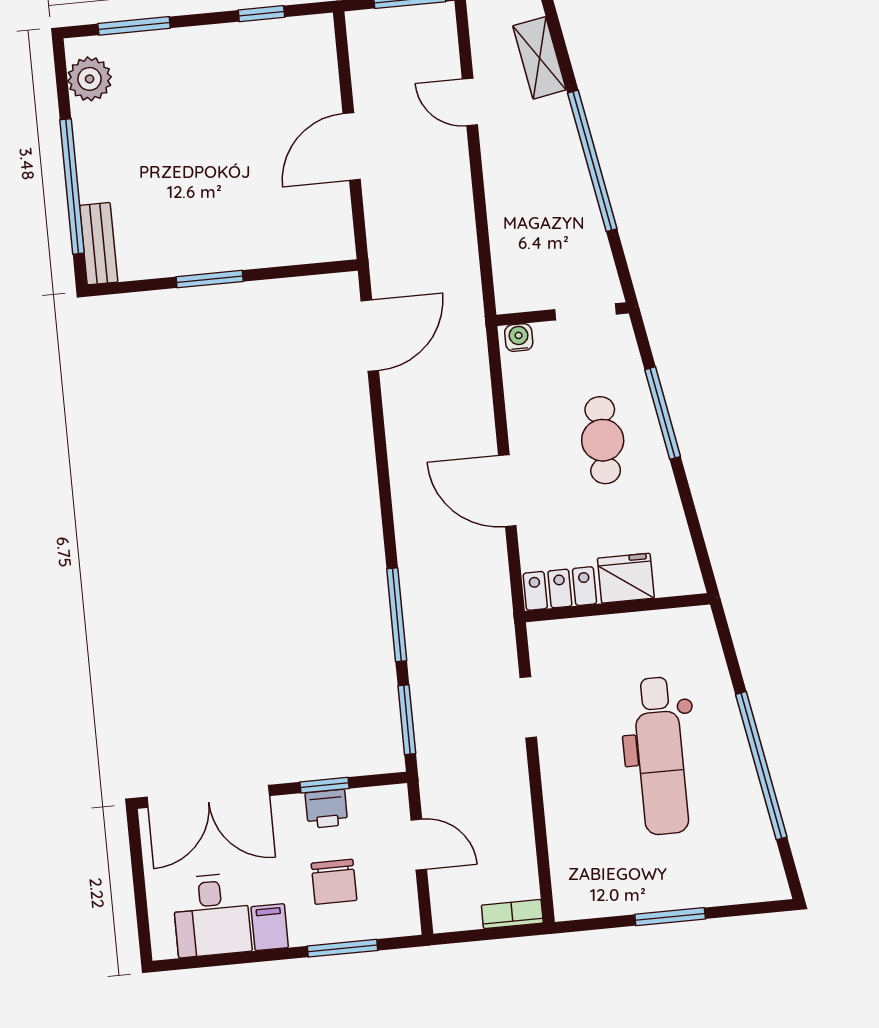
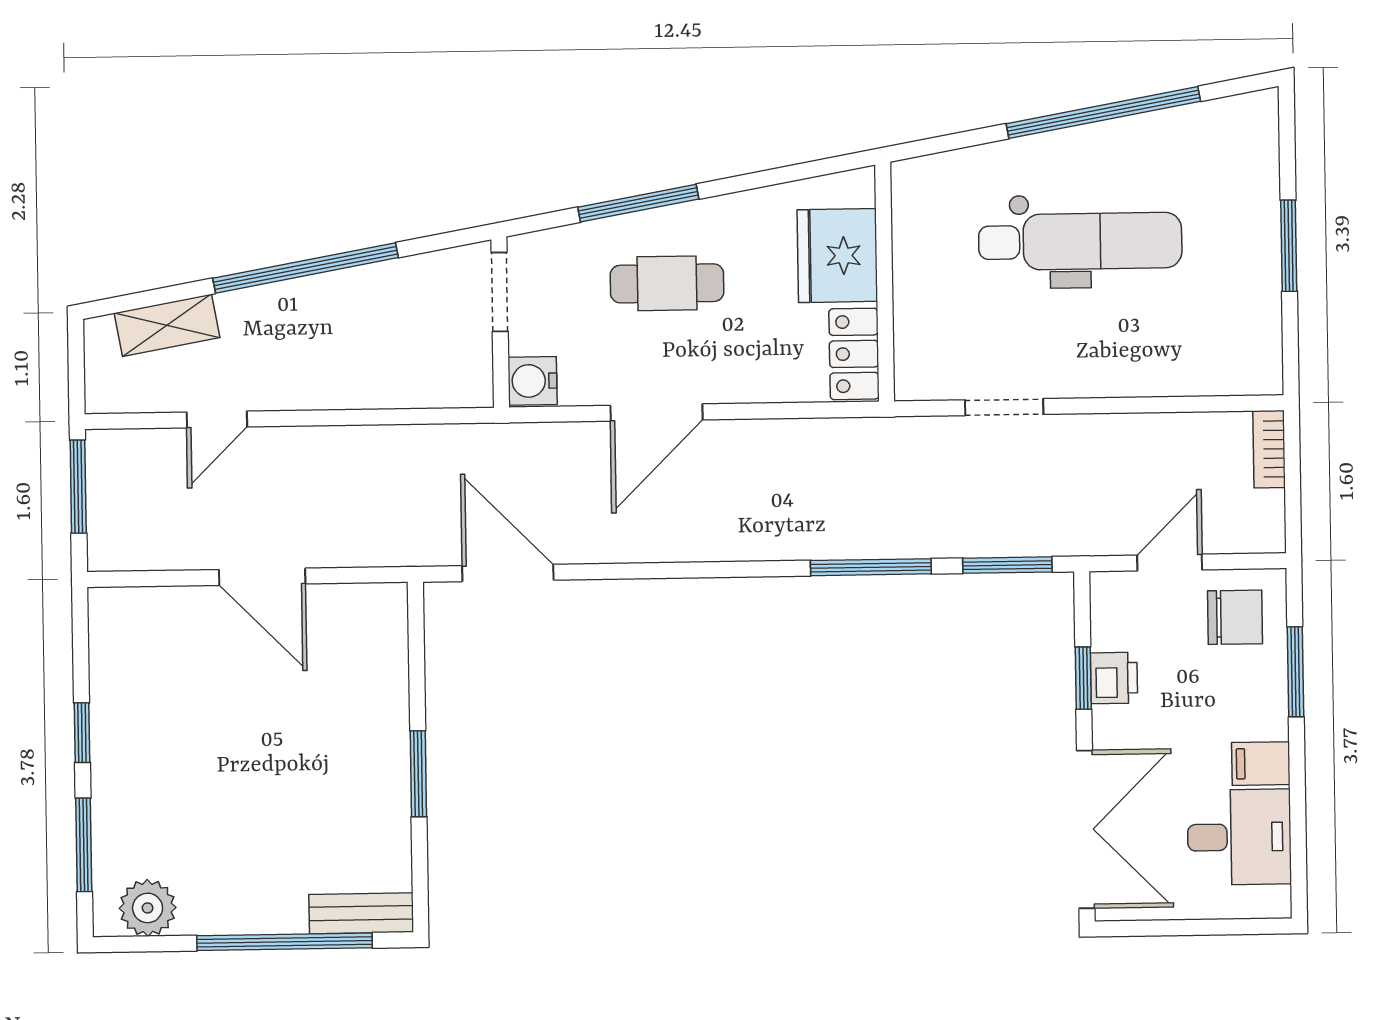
window: (261, 14) -> (82, 733), moved
water cooler: (519, 338) -> (533, 381), width x1.38, depth x1.38
door: (507, 491) -> (656, 413), moved
fridge: (626, 578) -> (837, 256), width x1.36, depth x1.34
chair: (334, 882) -> (1235, 617), moved

